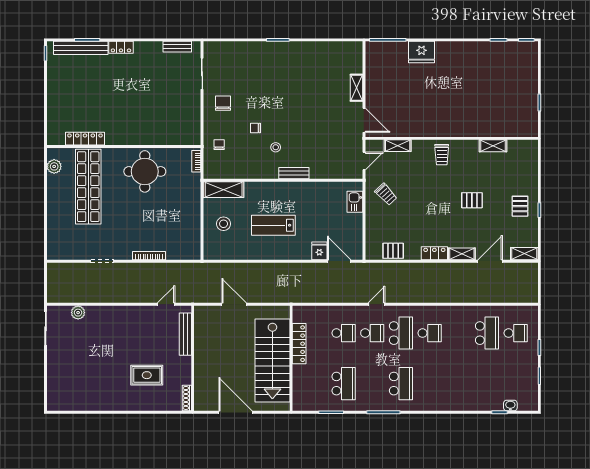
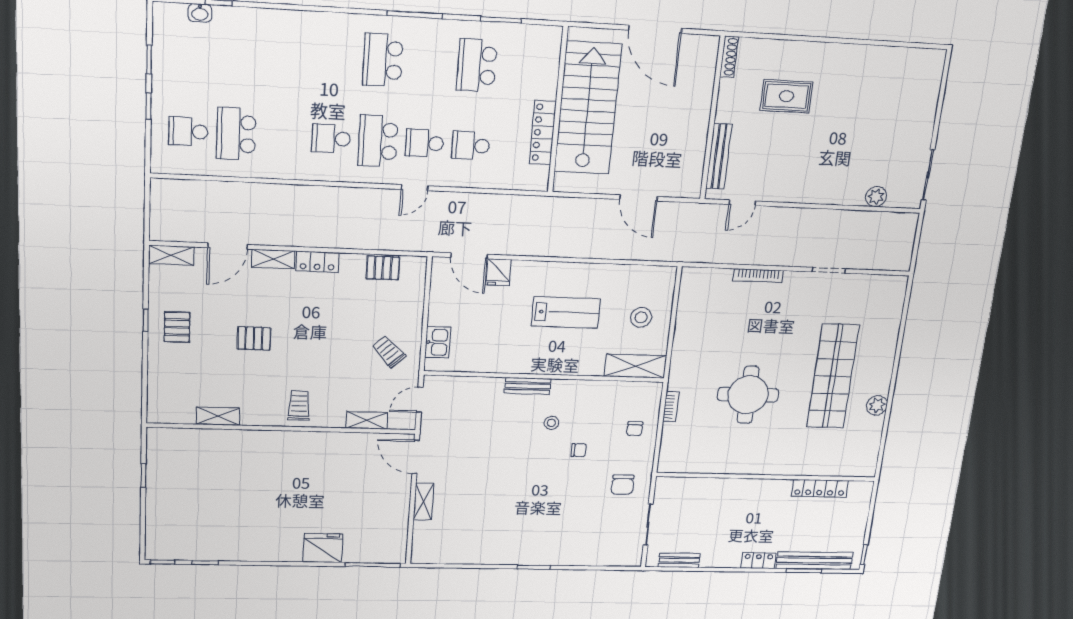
locker: (85, 139) -> (820, 488), moved
wall: (124, 146) -> (767, 477), moved

